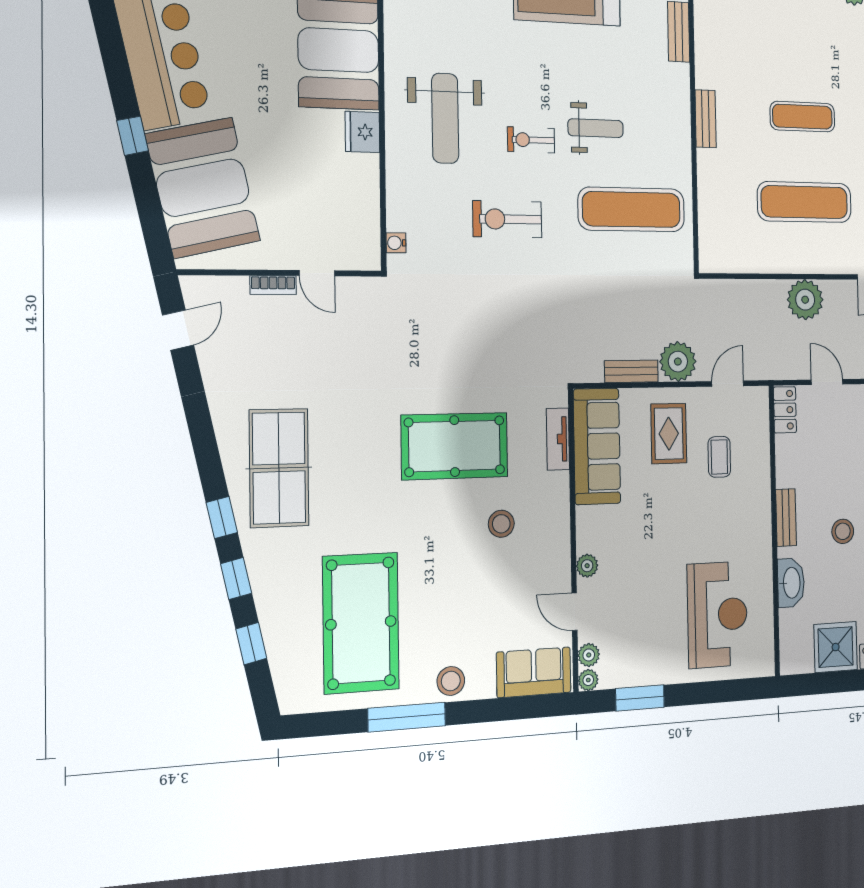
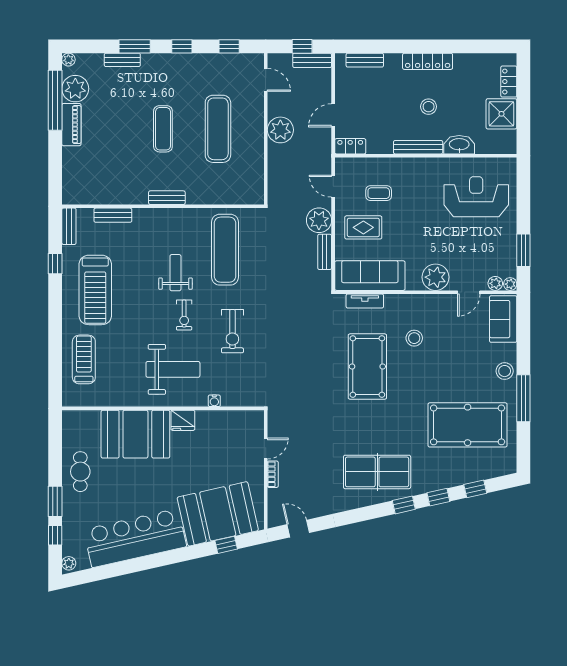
window: (133, 136) -> (226, 545), moved
water cooler: (396, 243) -> (214, 401), moved
bench: (786, 518) -> (418, 147), width x1.36
plant: (587, 566) -> (435, 277), width x1.88, depth x1.88

